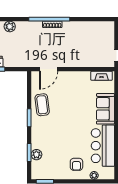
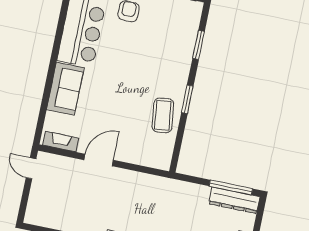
door: (49, 69) -> (99, 160), moved
plant: (36, 155) -> (188, 39), removed

